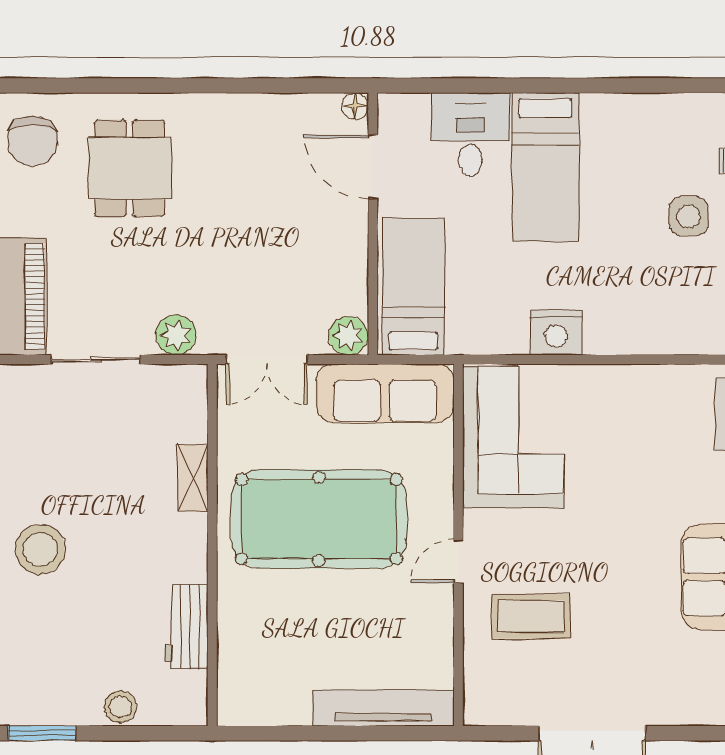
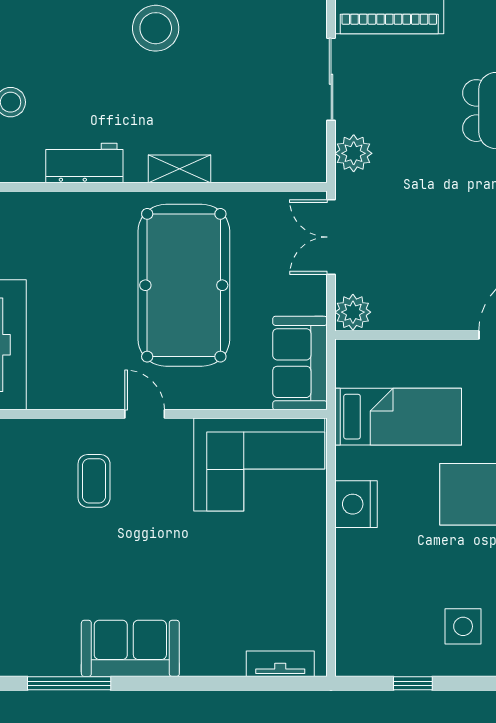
bed: (413, 287) -> (398, 417), moved
sofa: (385, 393) -> (300, 363), width x0.73
shelving: (193, 478) -> (179, 169), moved
coffee table: (531, 616) -> (94, 481), width x0.73, depth x0.77

